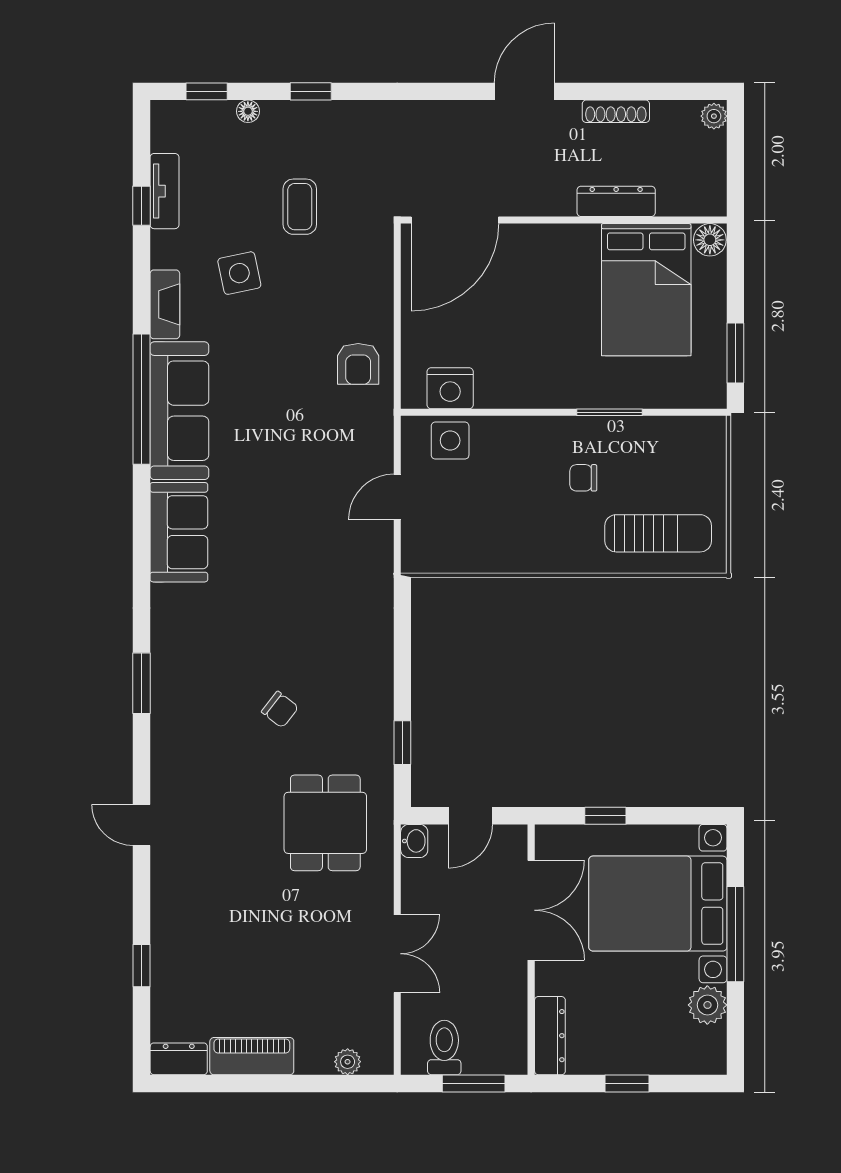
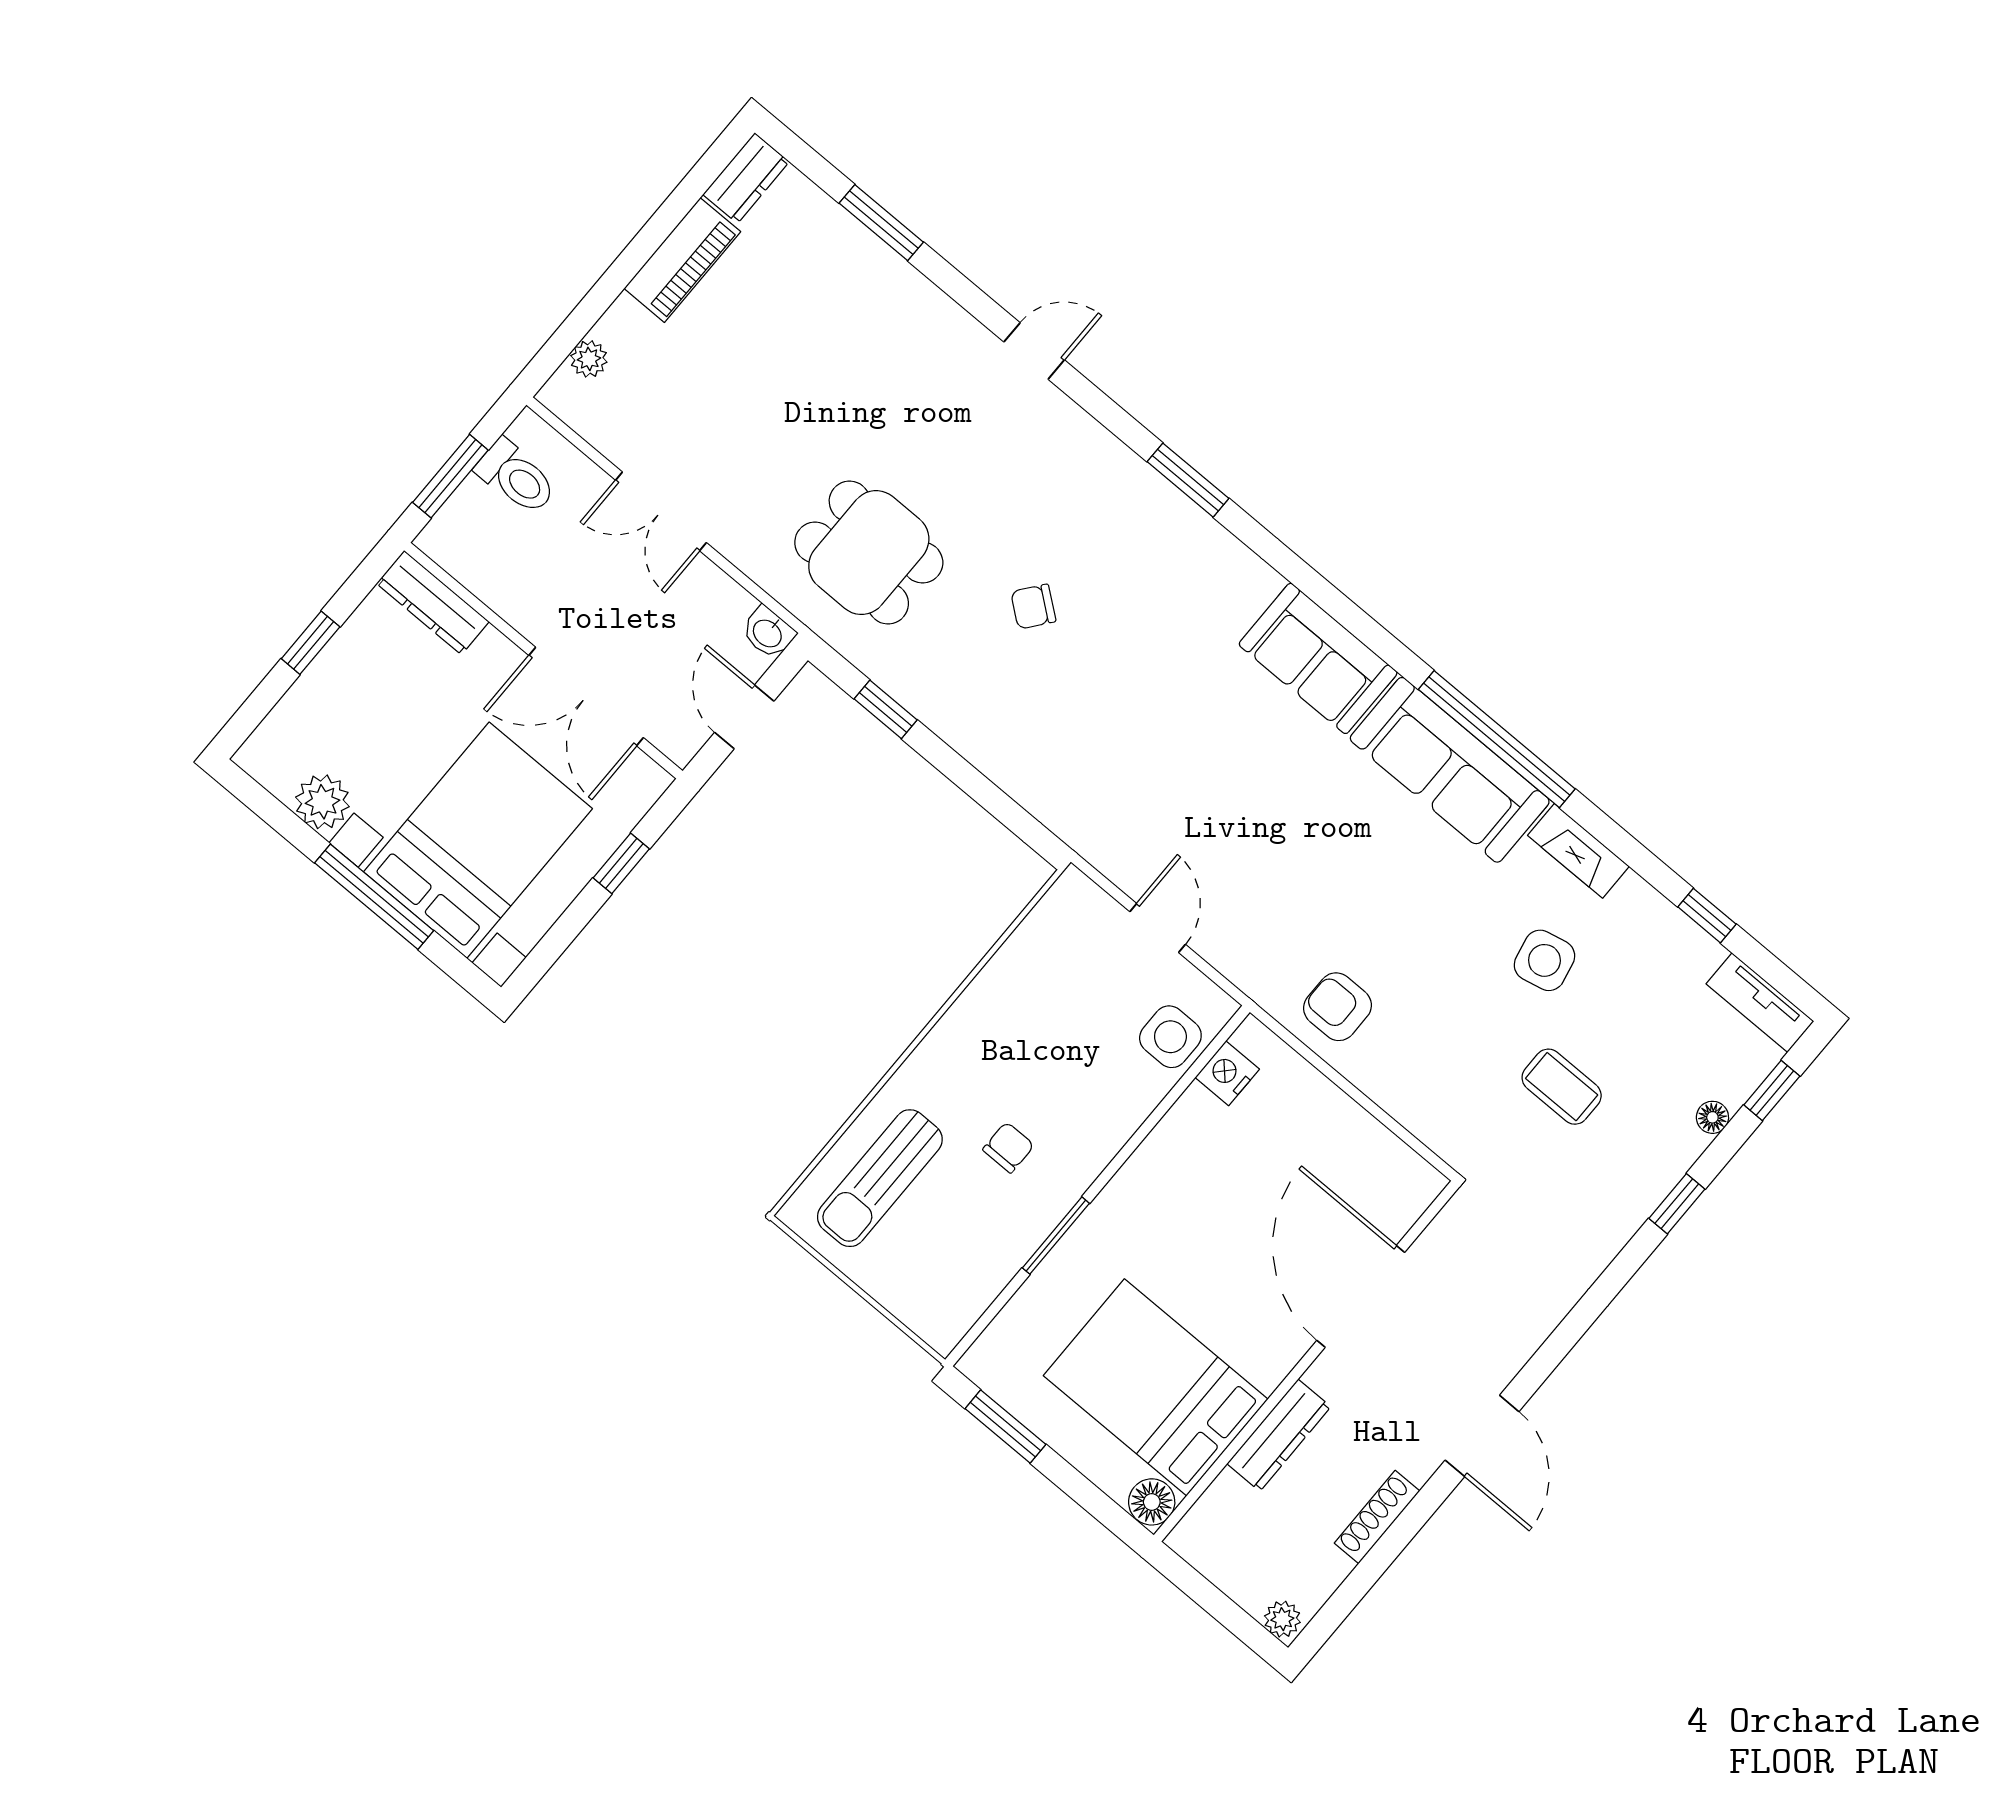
tv unit: (164, 191) -> (1760, 1003), moved
door: (455, 220) -> (1361, 1296), moved
nightstand: (450, 388) -> (1227, 1073), width x0.74, depth x0.75
window: (141, 966) -> (881, 223), width x1.50

